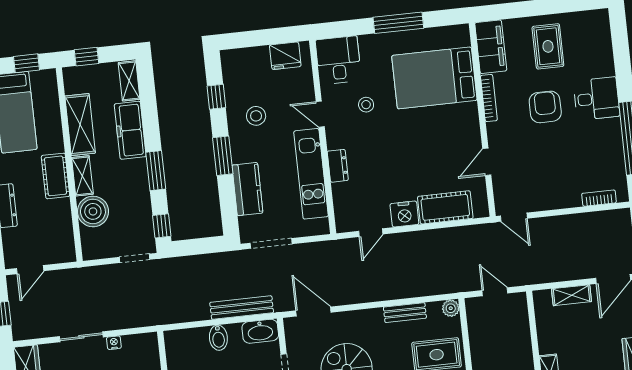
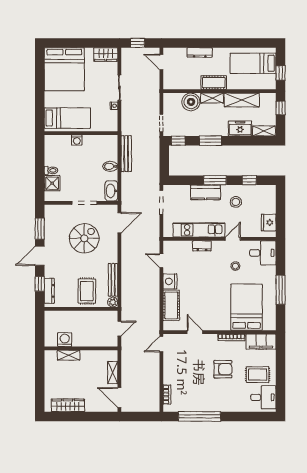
desk: (596, 99) -> (263, 397), moved, turned -90
freezer: (130, 130) -> (240, 128), width x0.71
kitchen counter: (247, 189) -> (205, 192), moved
bench: (242, 308) -> (126, 154), moved
bench: (405, 313) -> (113, 280), width x1.36

